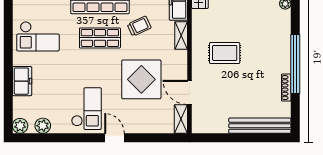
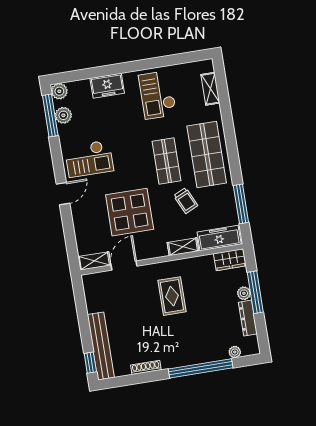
window: (295, 64) -> (201, 368), moved
window: (41, 138) -> (50, 116), added
window: (273, 138) -> (90, 363), added

